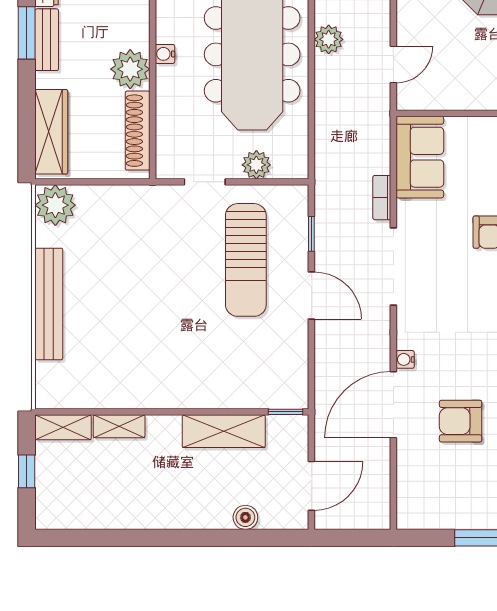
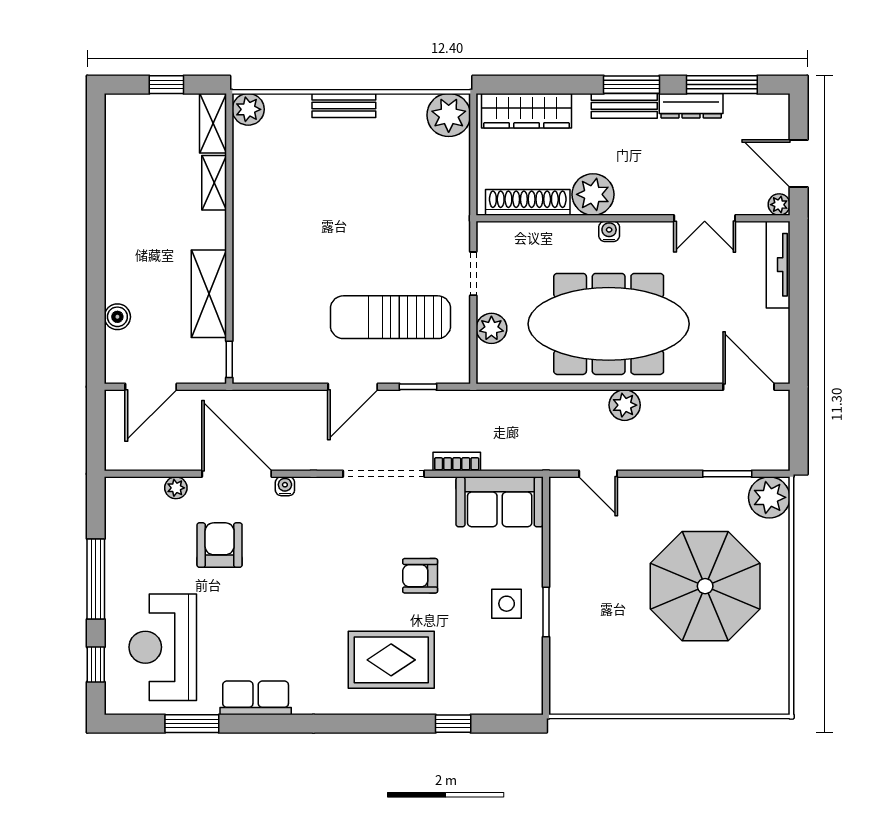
bench: (49, 304) -> (344, 105), width x0.54, depth x0.82
plant: (50, 394) -> (248, 109), added
plant: (407, 462) -> (176, 488), added
door: (311, 486) -> (151, 387), hinge flipped

